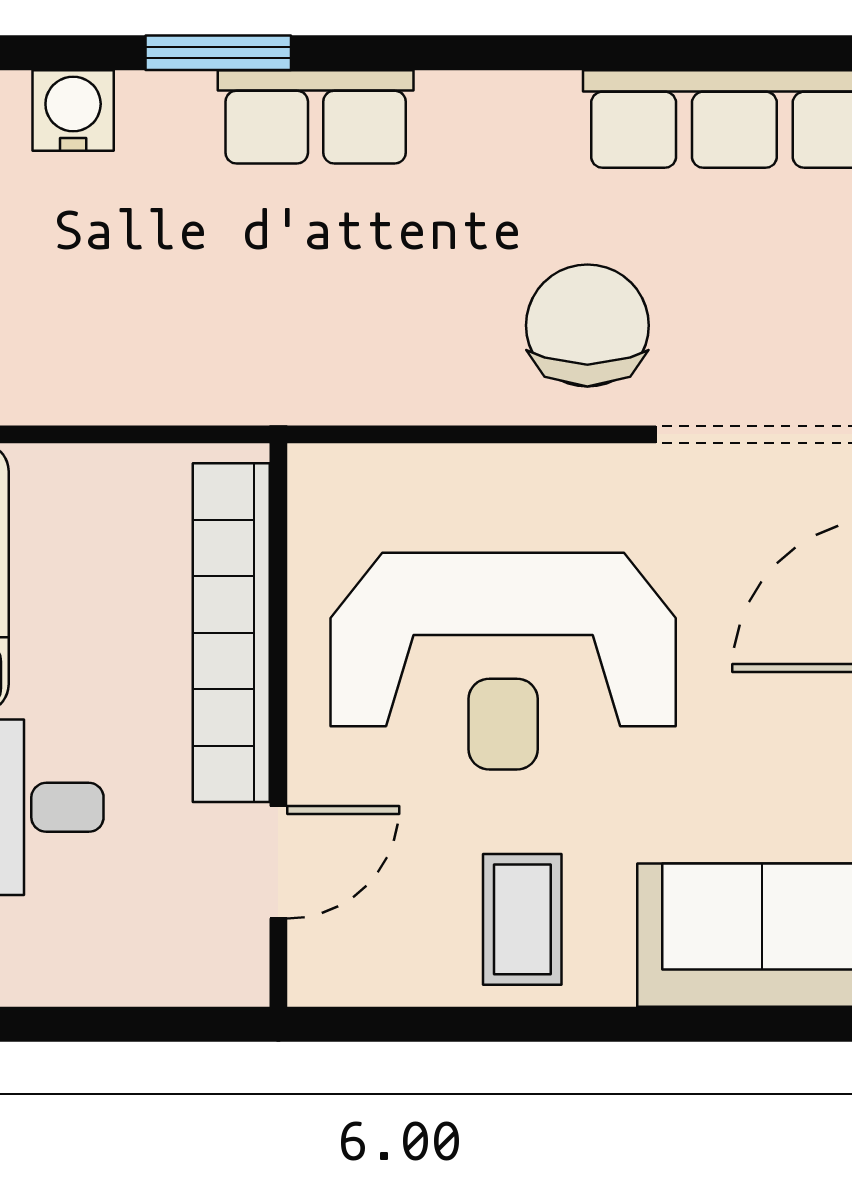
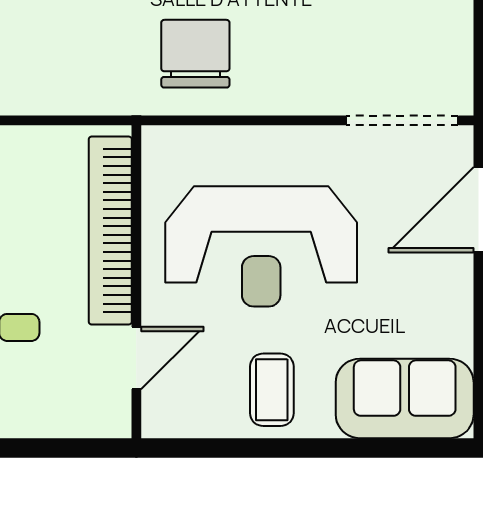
chair: (587, 325) -> (195, 54), moved

